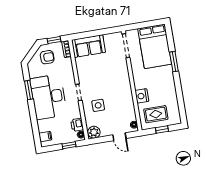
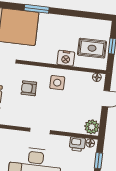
armchair: (110, 74) -> (29, 88), added
side table: (98, 105) -> (57, 83), moved
rug: (156, 114) -> (92, 48), turned 90

